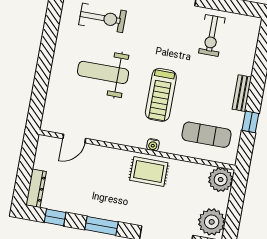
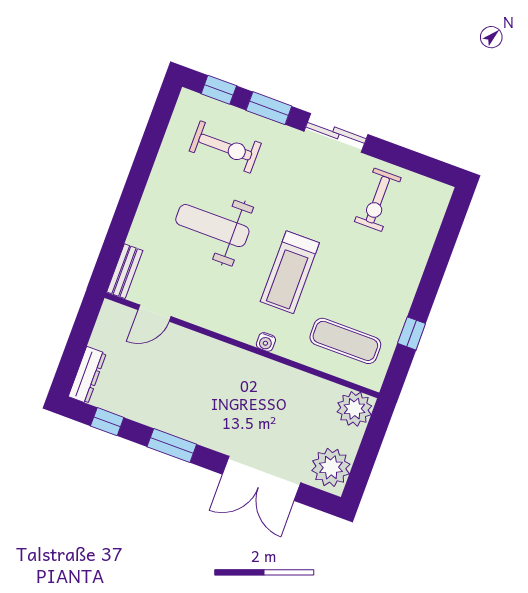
bench: (242, 93) -> (125, 271), moved
rug: (149, 172) -> (253, 379), removed

